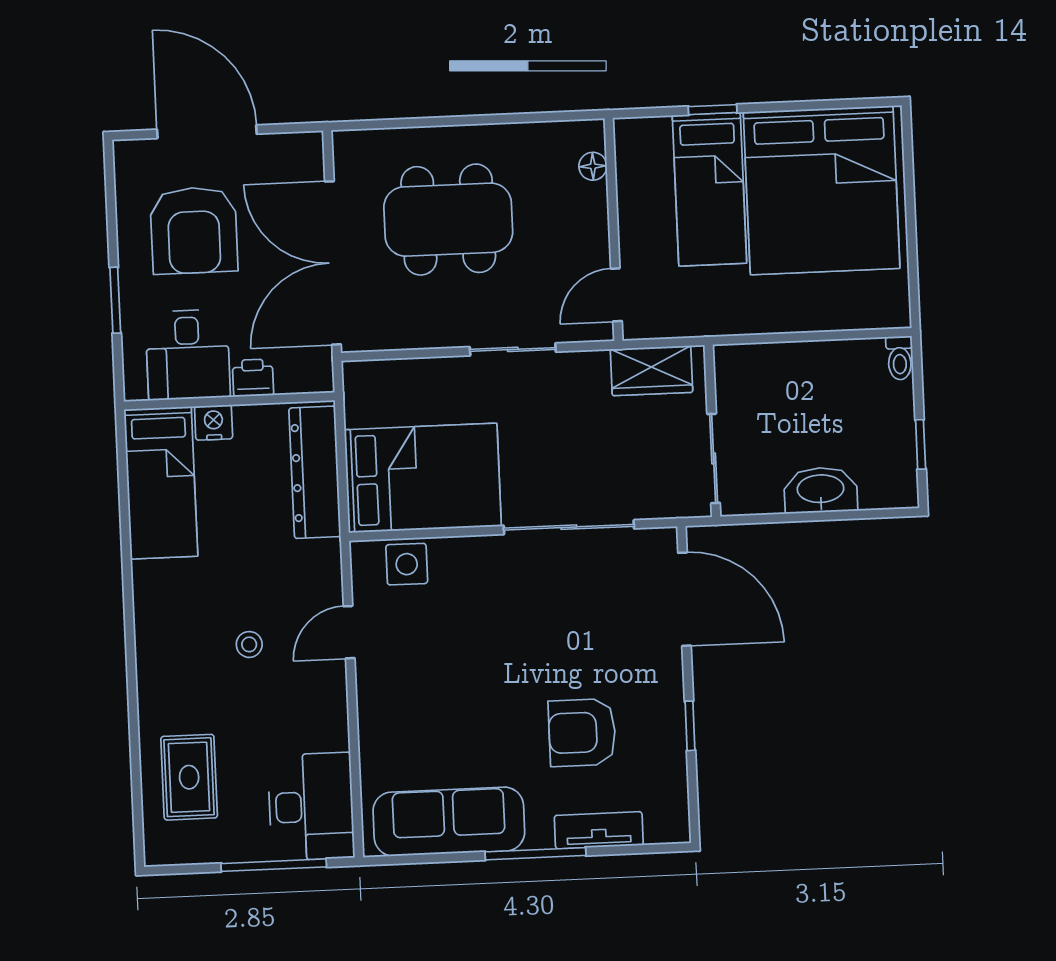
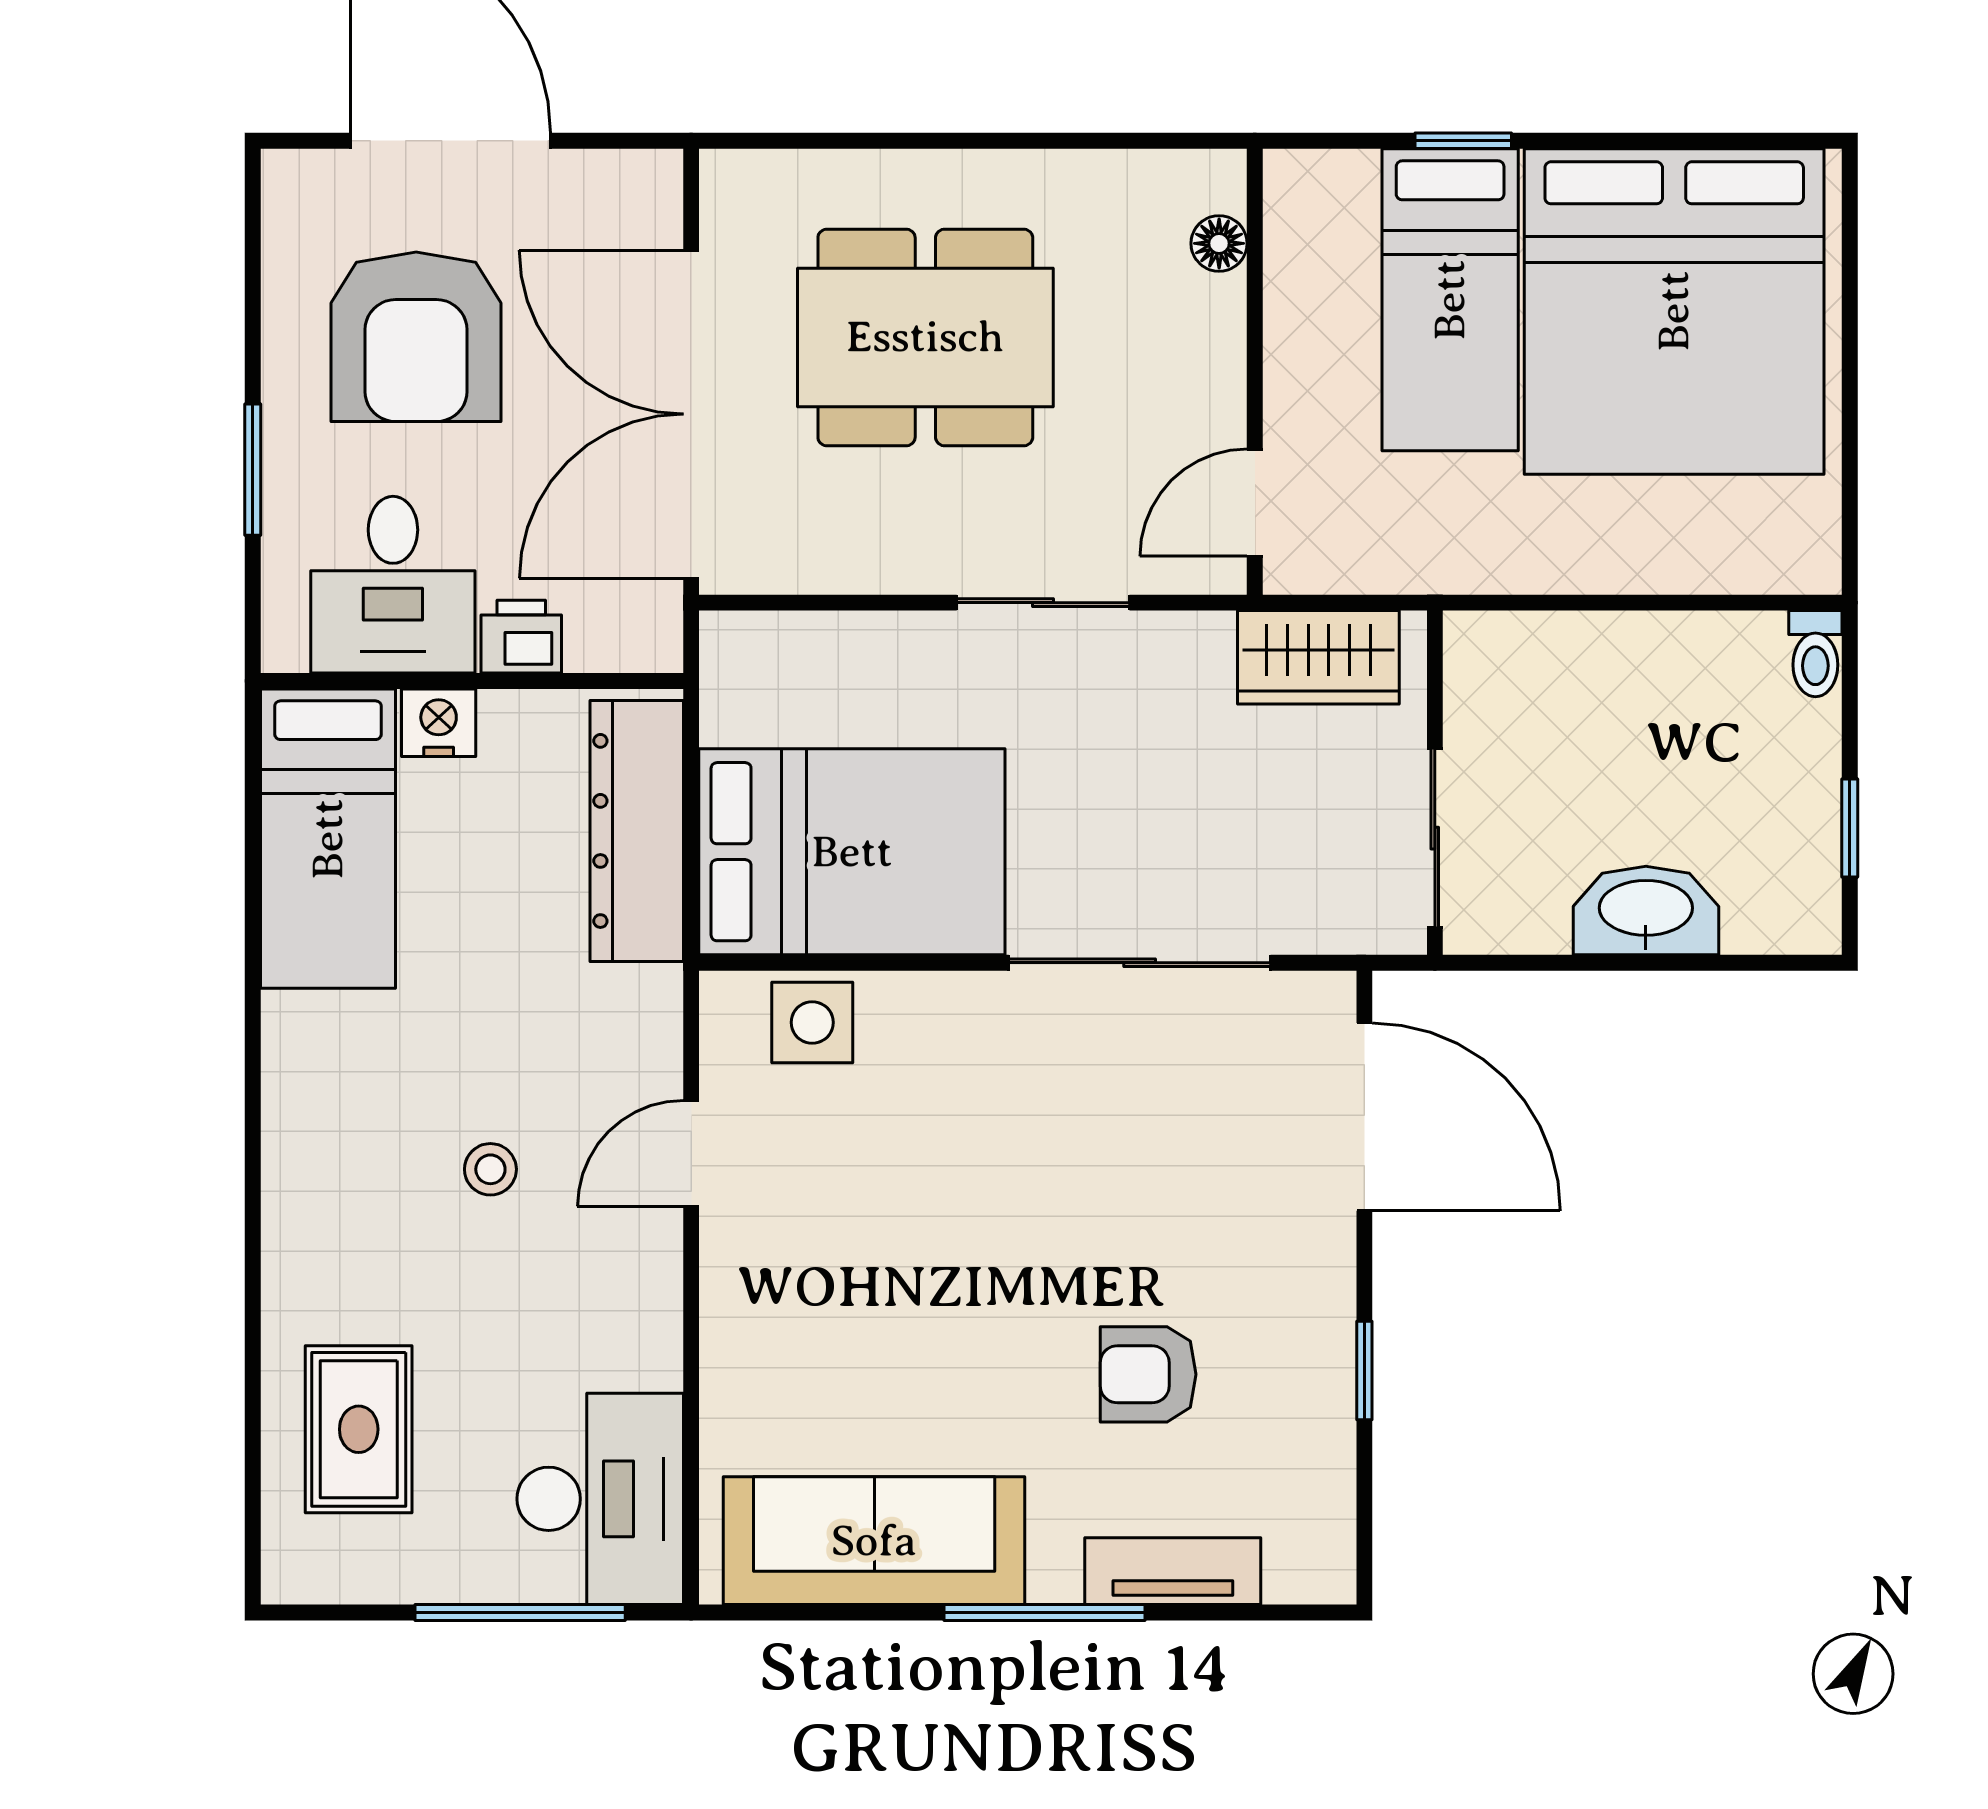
armchair: (582, 732) -> (1148, 1374), width x0.72, depth x0.72

